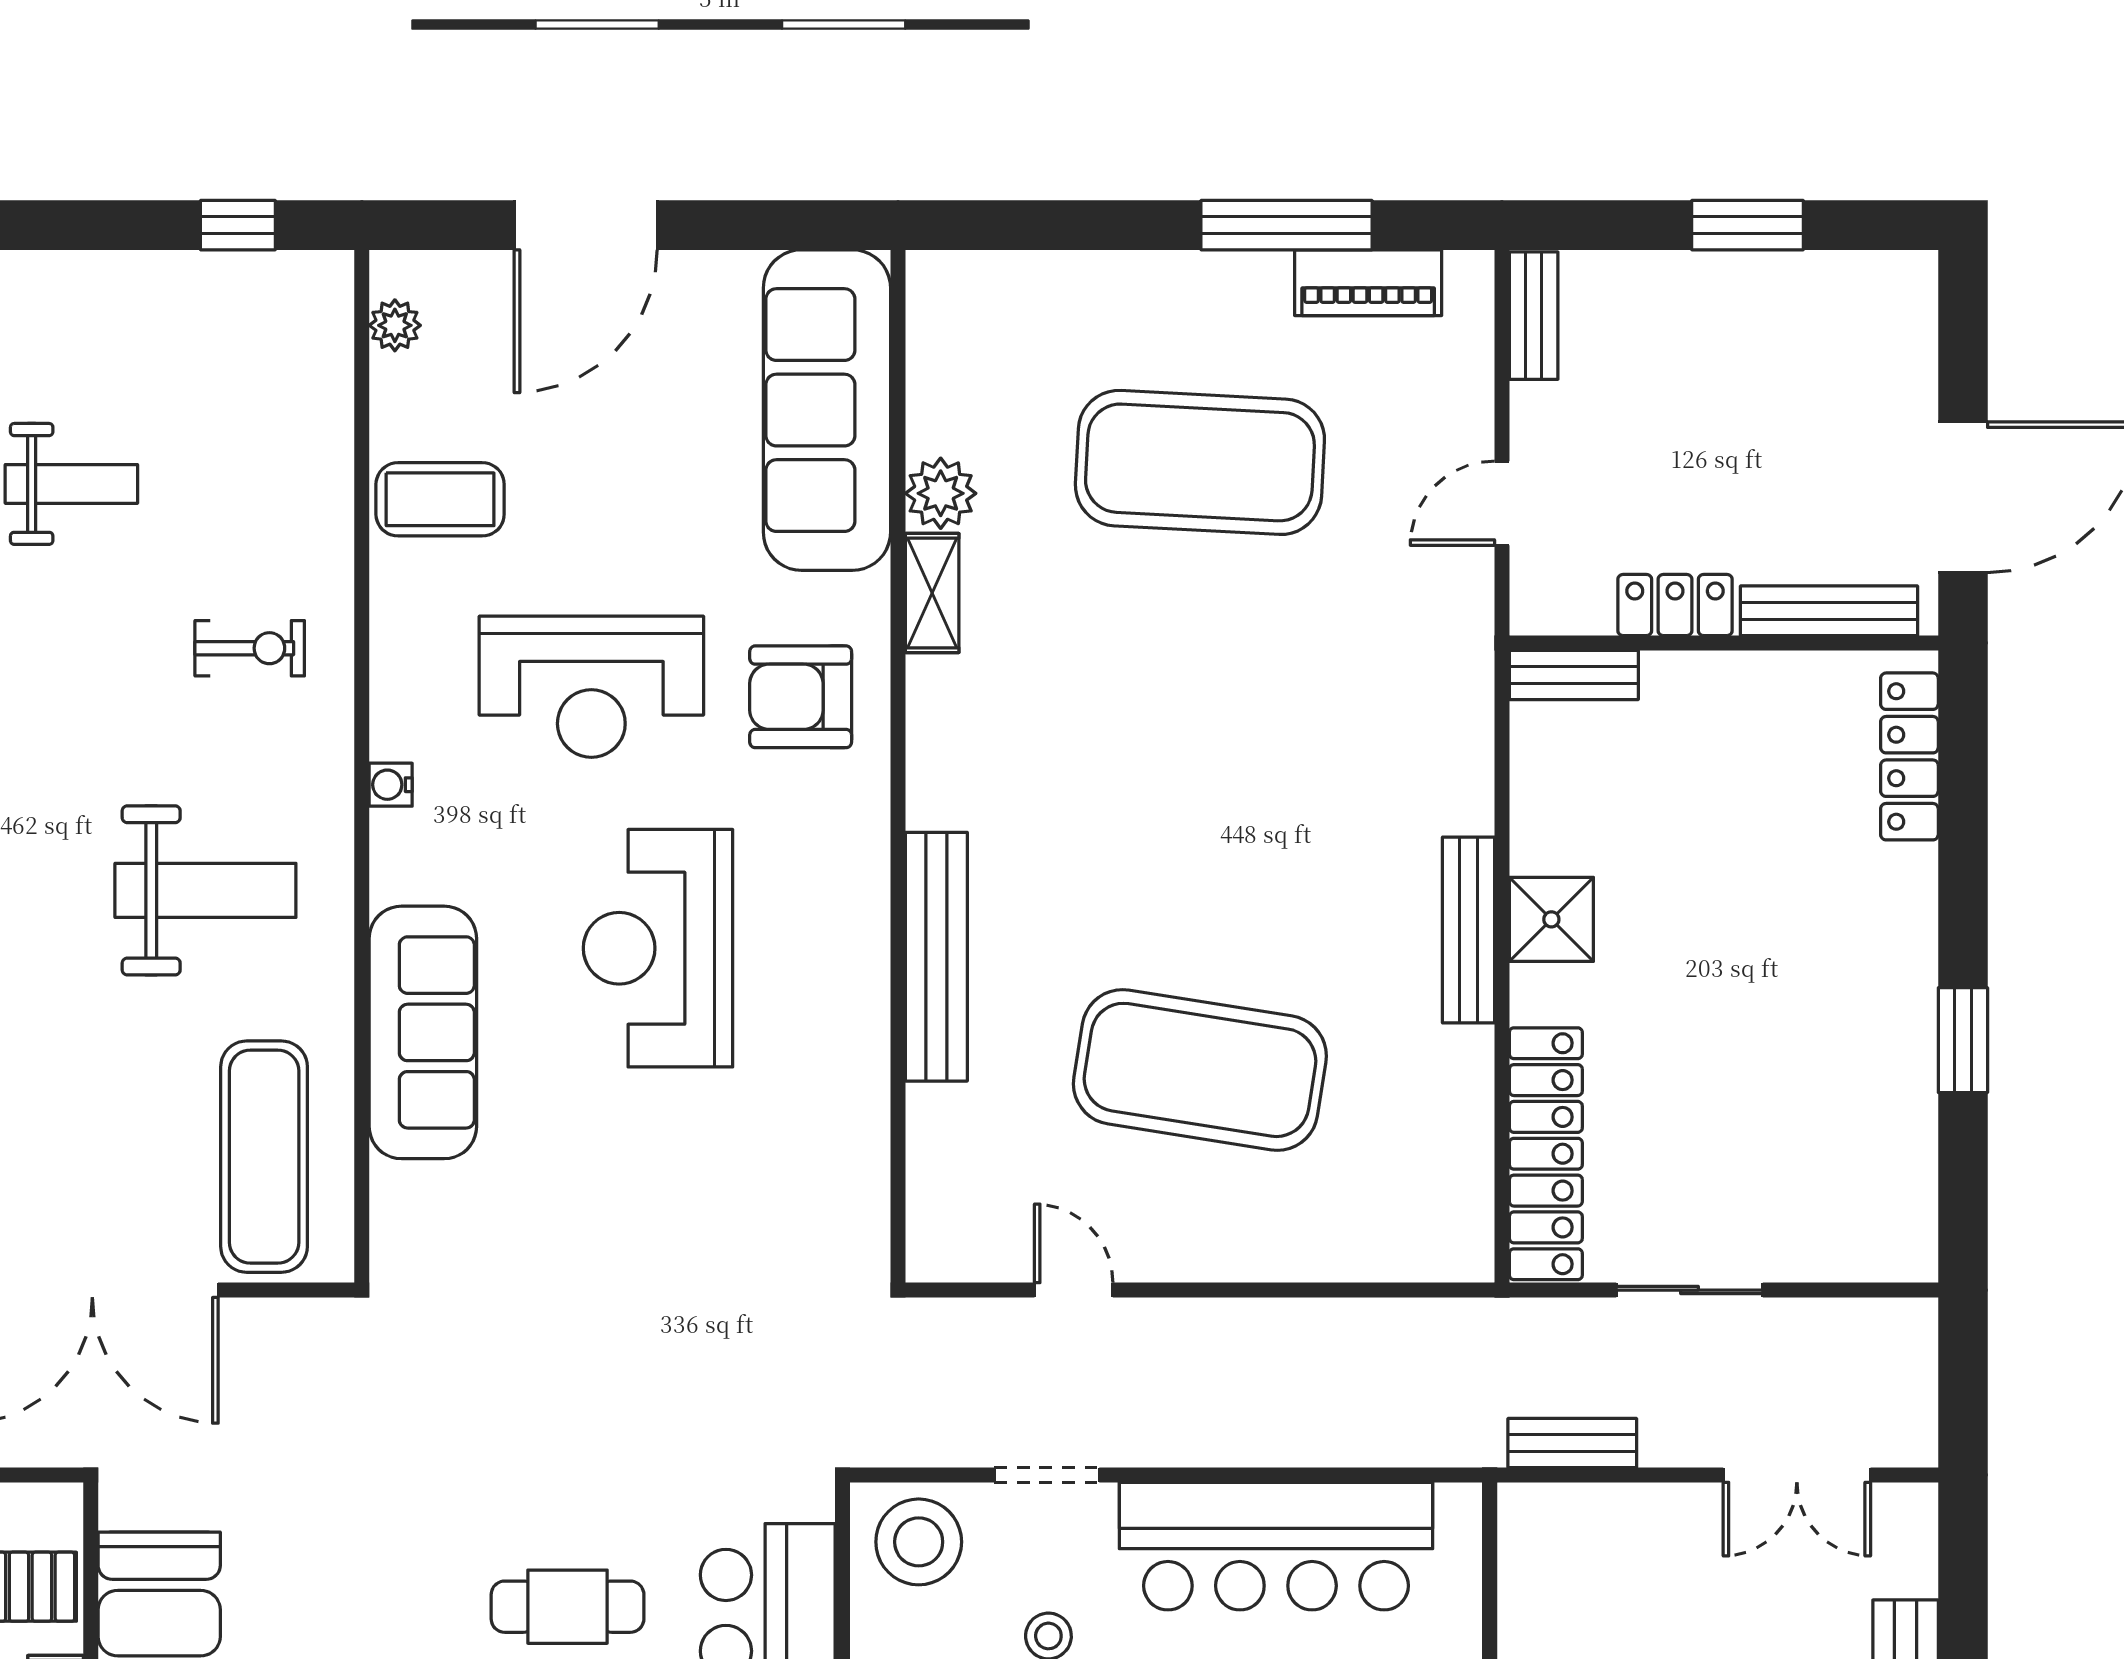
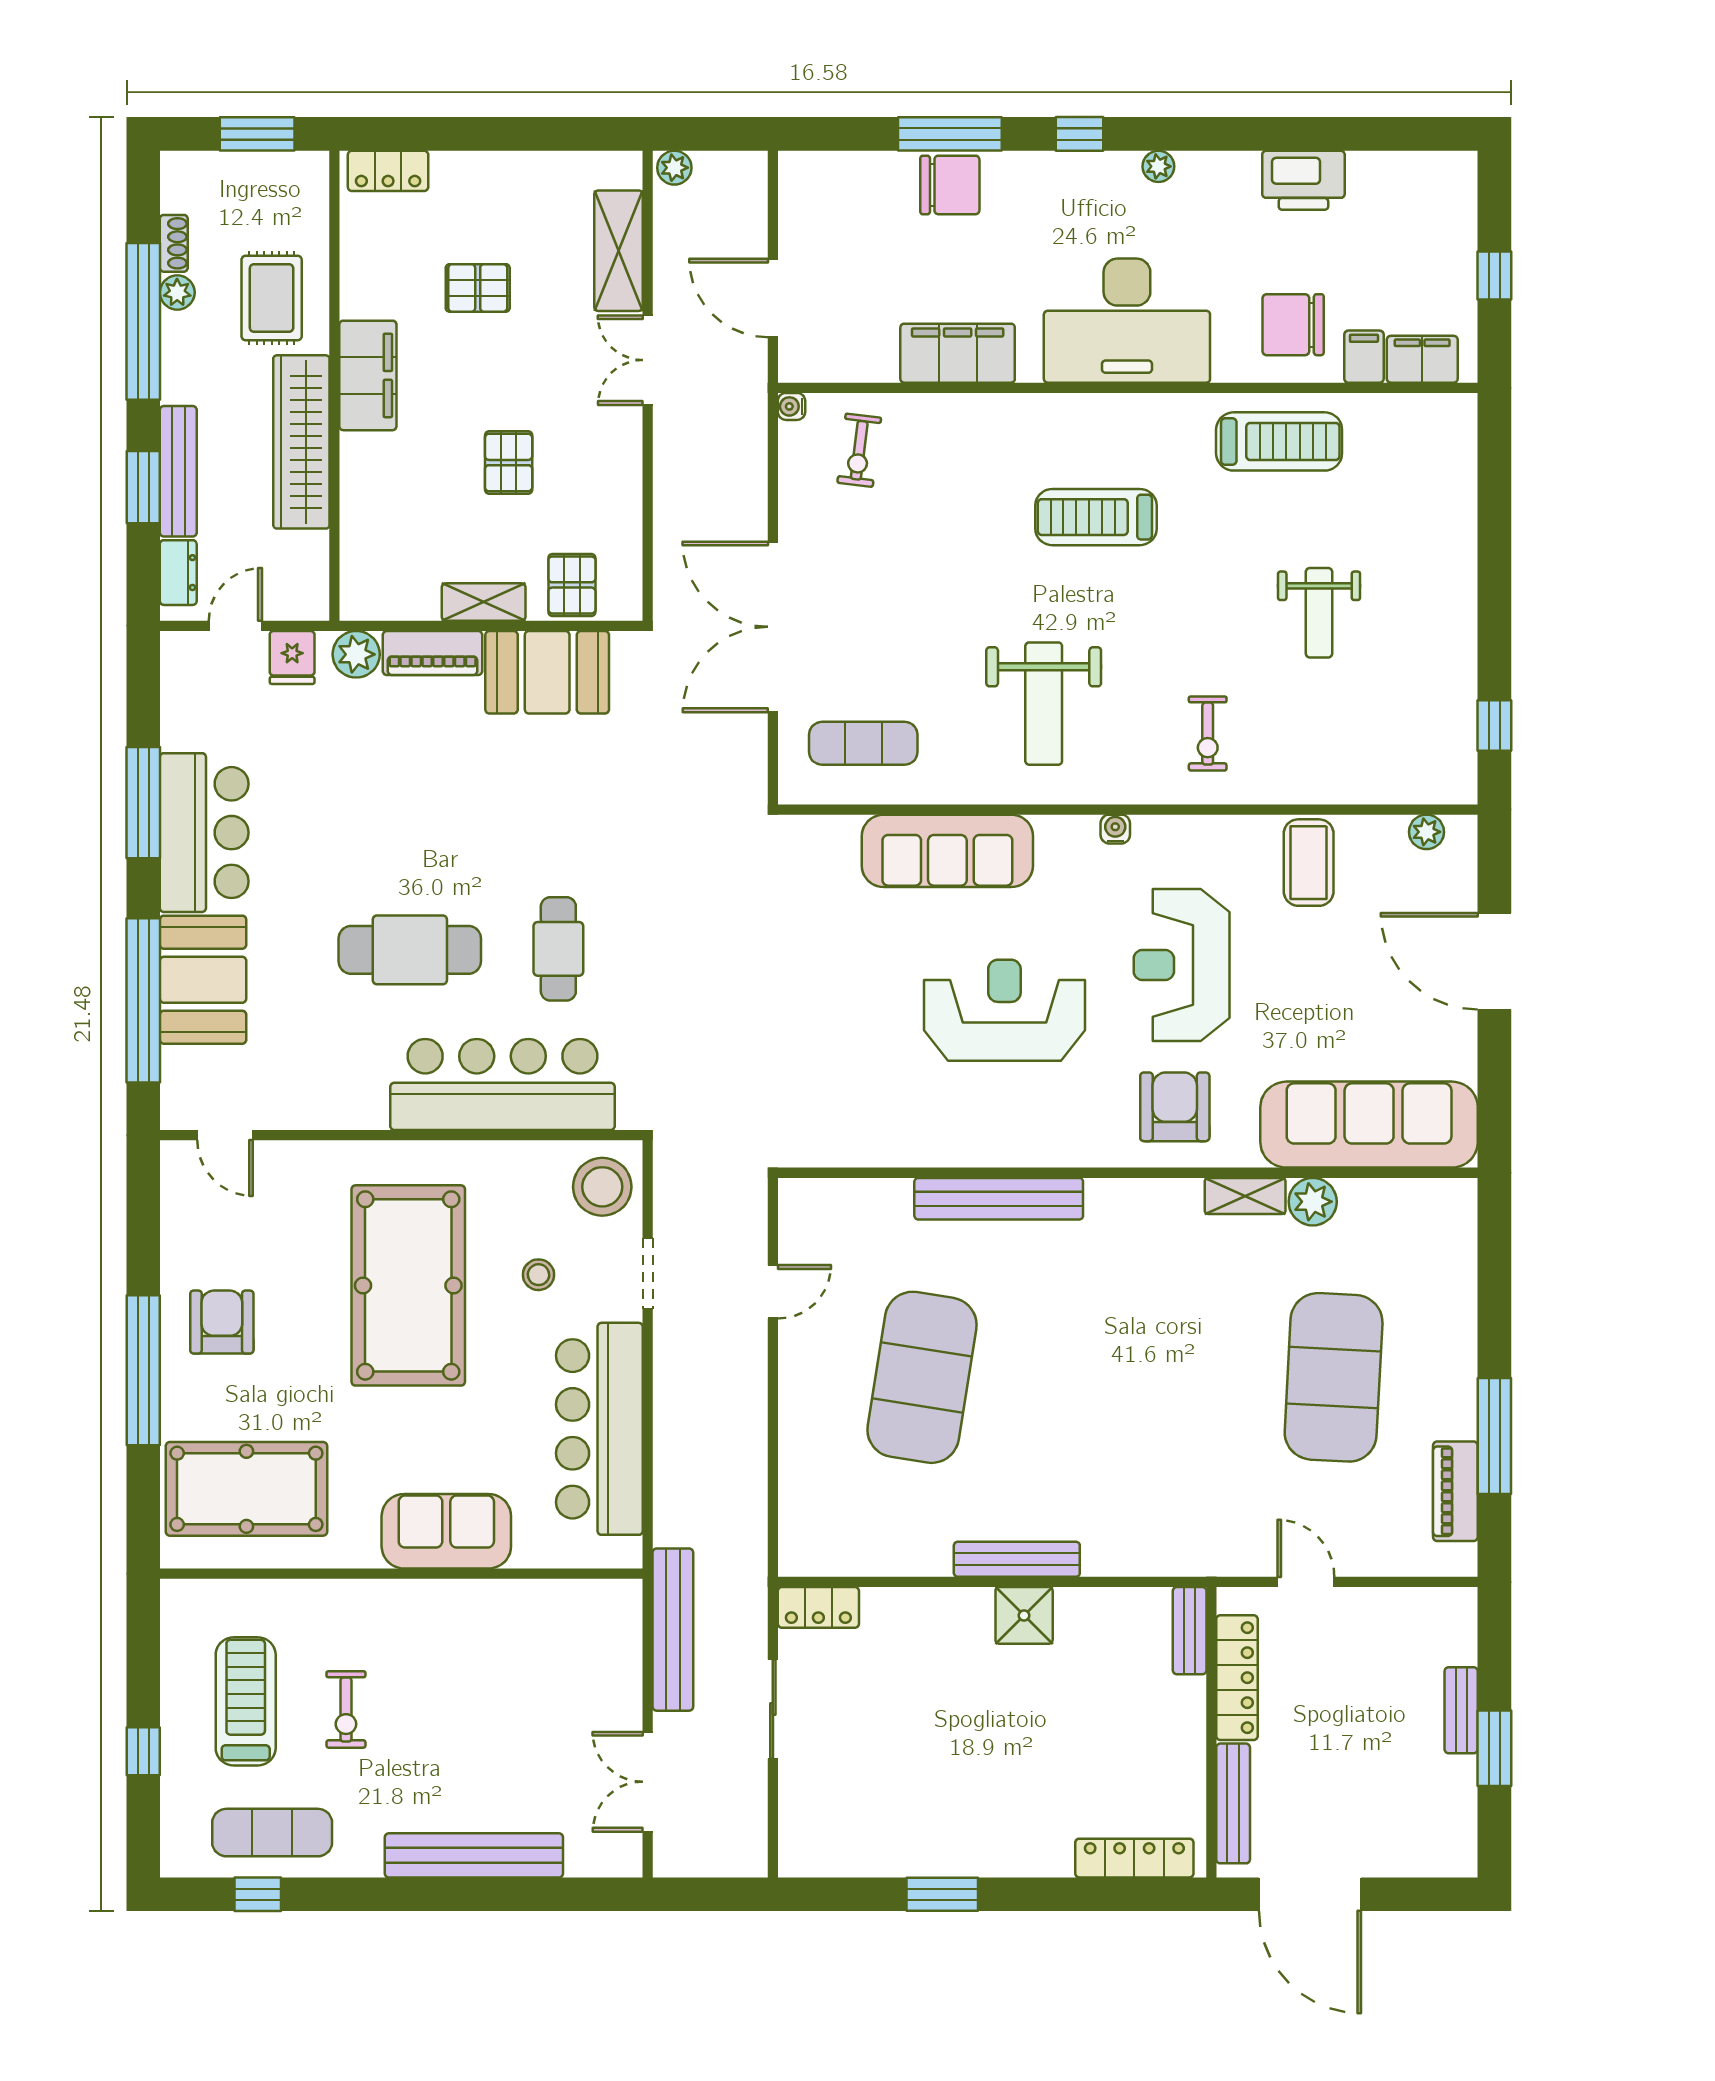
bench: (1534, 316) -> (1461, 1710), moved, turned 90
locker: (1675, 605) -> (1237, 1678), width x1.53
locker: (1546, 1154) -> (818, 1607), width x0.46, depth x0.83
exercise mat: (264, 1157) -> (863, 743), width x0.73, depth x0.69
bench: (1572, 1443) -> (673, 1630), width x1.86, depth x1.21

